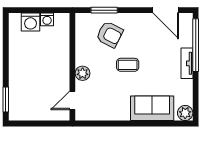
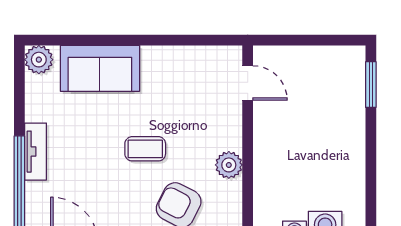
plant: (83, 73) -> (229, 165), moved
door: (72, 100) -> (248, 83), hinge flipped

